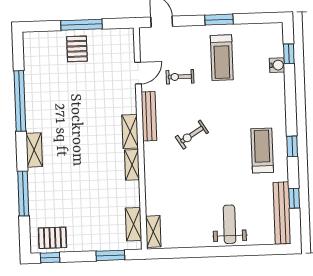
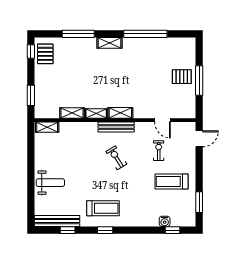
window: (219, 20) -> (199, 202), moved
bench: (149, 116) -> (116, 127), moved
shelving: (134, 224) -> (72, 113), moved

